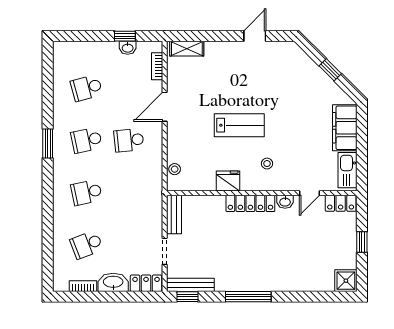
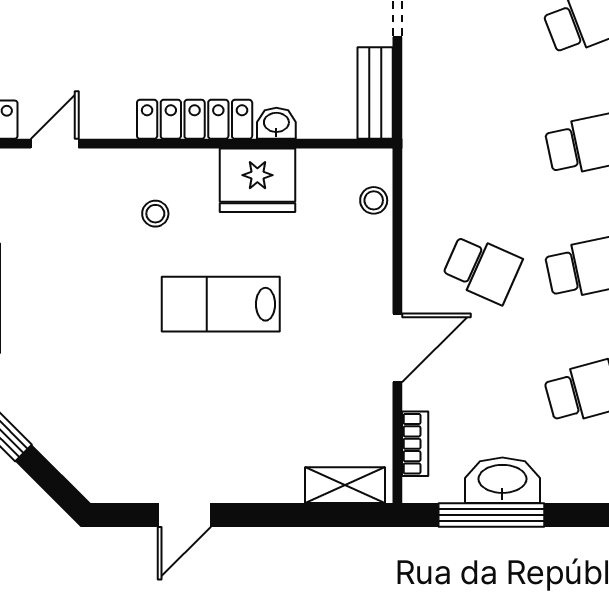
window: (125, 36) -> (491, 515), width x2.17
washbasin: (128, 48) -> (502, 480), width x1.91, depth x1.45
school desk: (129, 140) -> (482, 269), turned 30
fridge: (228, 181) -> (257, 180), width x1.36, depth x1.34
washbasin: (285, 202) -> (276, 123), moved

